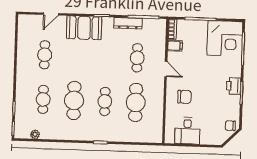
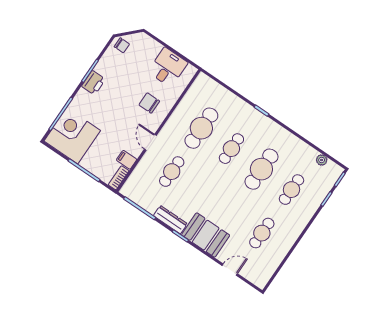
dresser: (128, 23) -> (170, 220), moved

